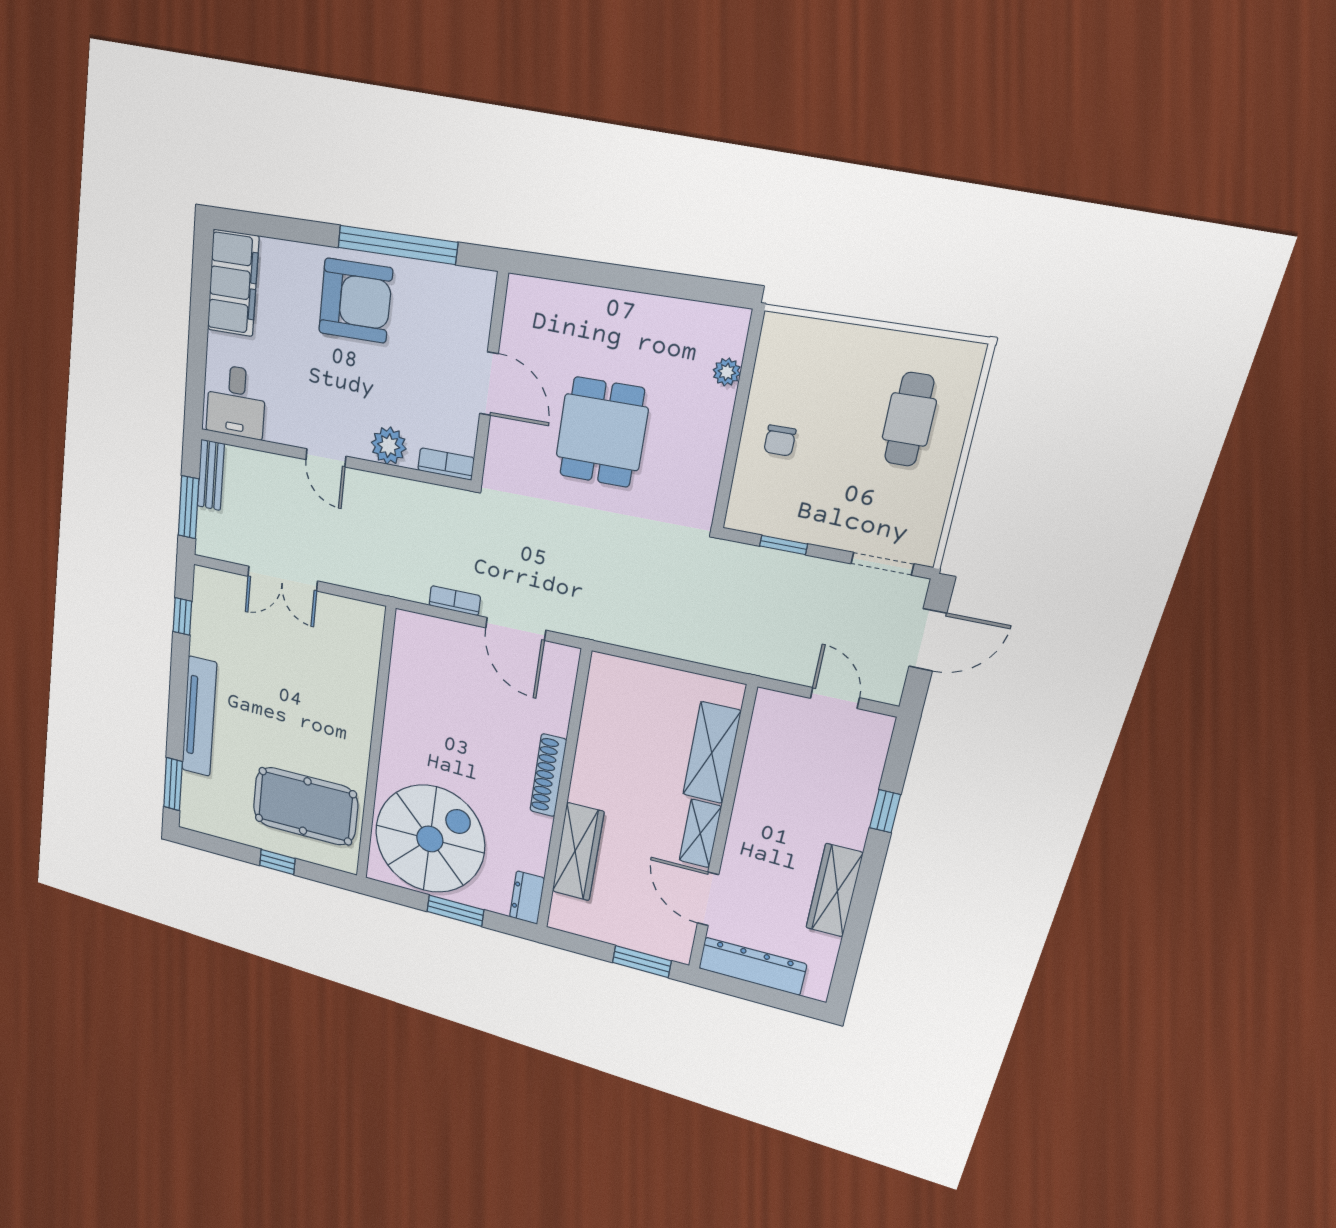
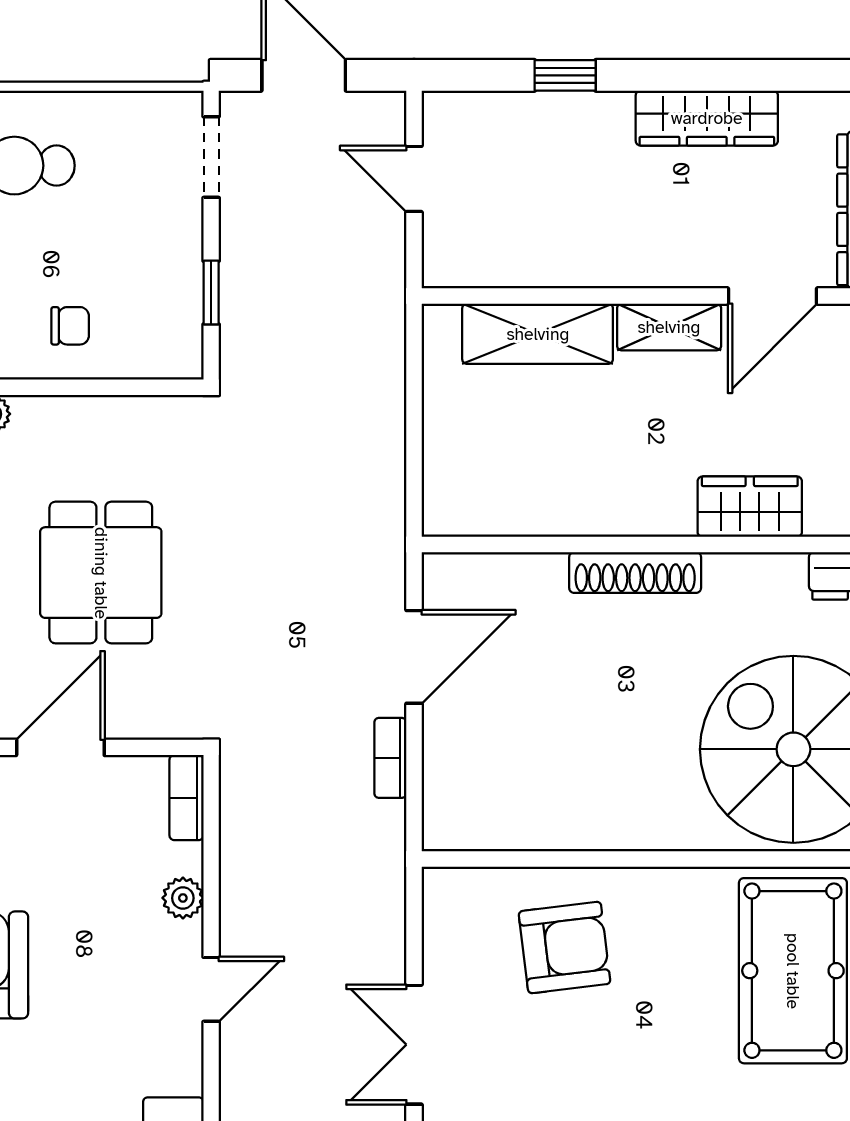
dining table: (602, 432) -> (101, 573), turned 90
plant: (389, 446) -> (183, 898), width x0.73, depth x0.73
double door: (283, 579) -> (414, 1045), swing flipped
armchair: (330, 681) -> (565, 948), added
door: (835, 698) -> (414, 179), hinge flipped
wardrobe: (578, 852) -> (750, 507), width x0.67

